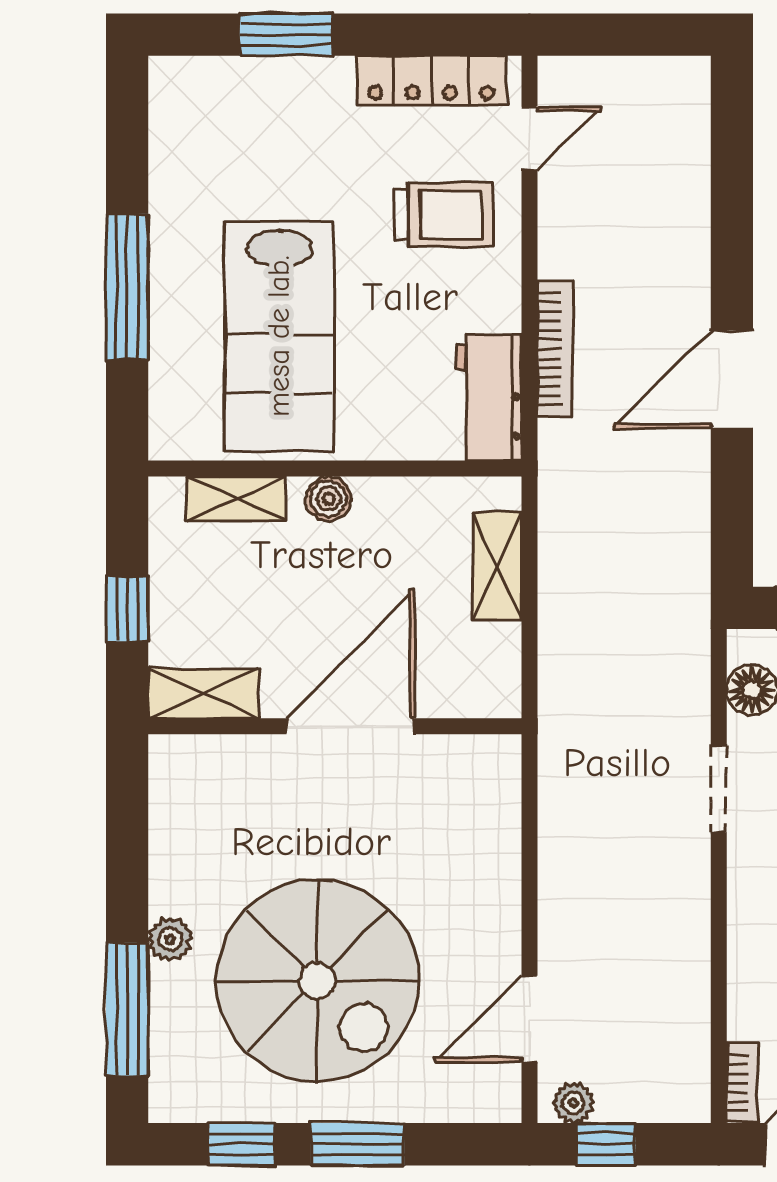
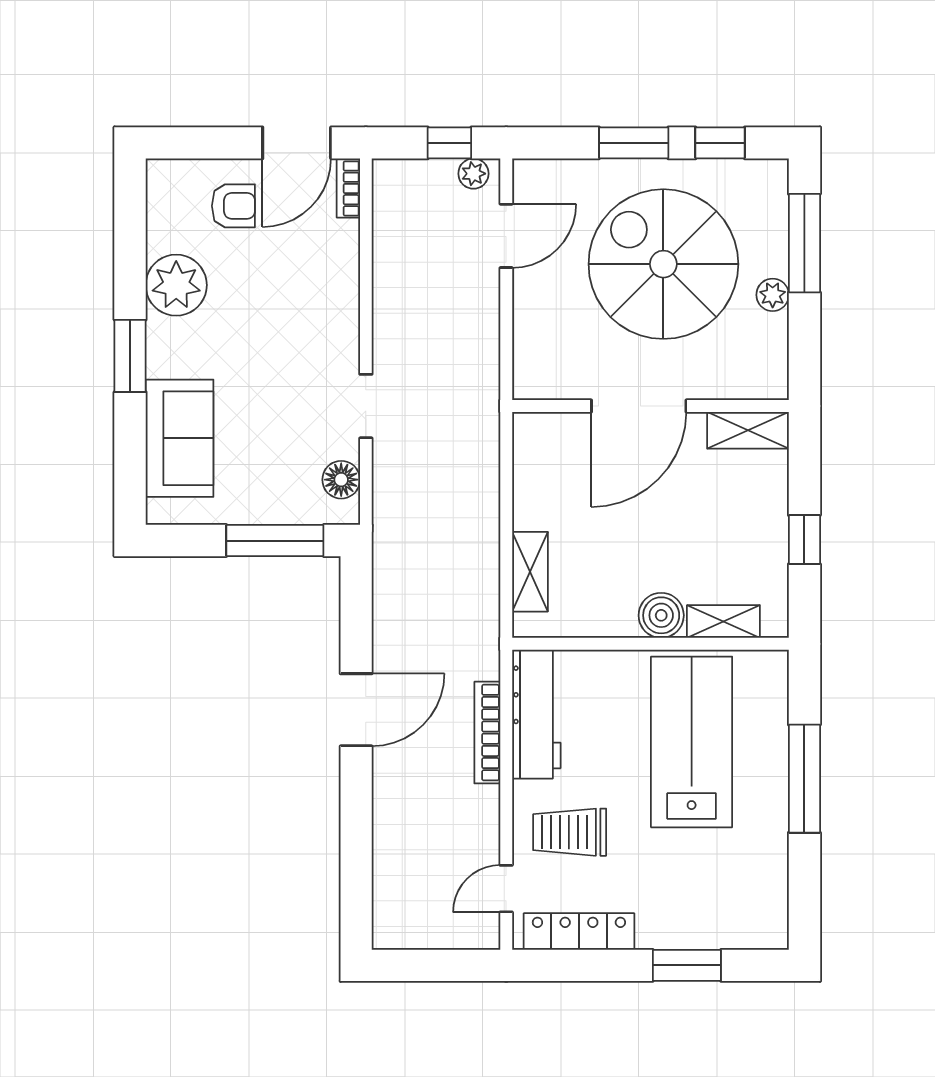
workbench: (489, 397) -> (536, 714), width x1.38
boiler: (328, 499) -> (661, 615), width x1.36, depth x1.36
shelving: (203, 694) -> (748, 430), moved
wall: (335, 726) -> (650, 406), moved
door: (351, 726) -> (639, 406), moved

